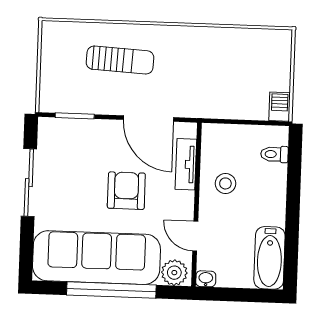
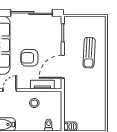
sliding door: (29, 183) -> (31, 13), width x1.36
armchair: (126, 191) -> (29, 58), turned 180

